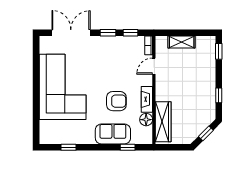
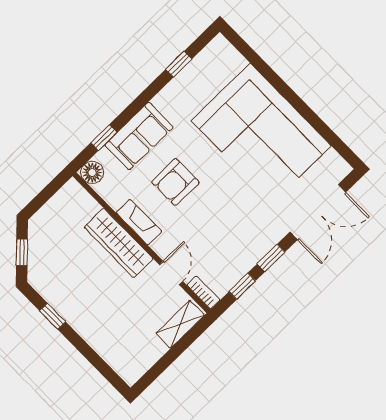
shelving: (182, 42) -> (180, 324), moved
window: (219, 51) -> (107, 372), removed
floor lamp: (146, 120) -> (92, 172), moved
wardrobe: (163, 122) -> (119, 243), moved

